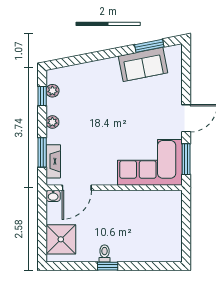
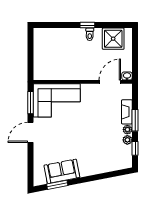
plant: (52, 91) -> (127, 140), moved
window: (42, 152) -> (135, 120), moved
fireplace: (53, 161) -> (127, 112), moved
shower: (61, 239) -> (113, 39), moved

